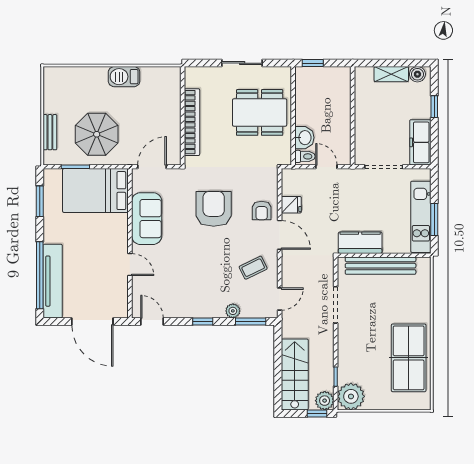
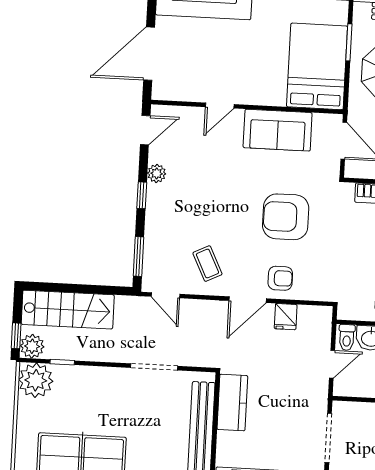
armchair: (214, 209) -> (286, 217), turned 180
armchair: (262, 210) -> (280, 278), turned 180
plant: (233, 311) -> (157, 173), moved

